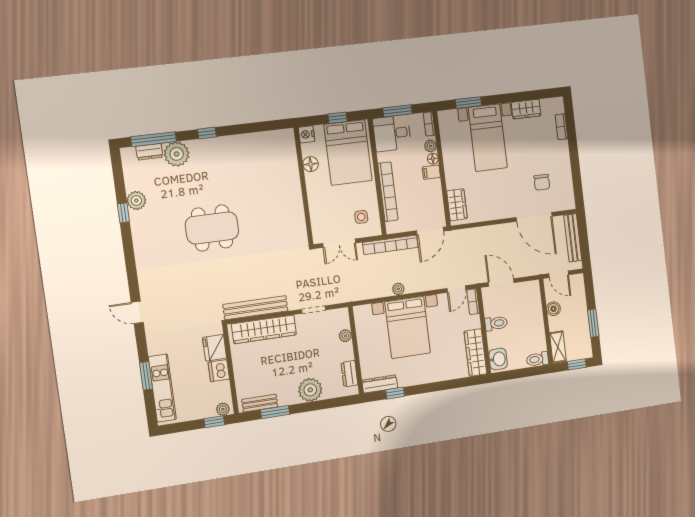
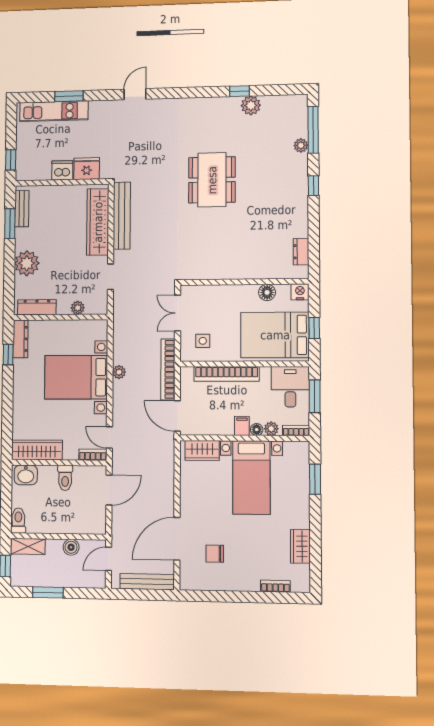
bed with nightstands: (488, 138) -> (251, 478), moved, turned -90
dresser: (149, 152) -> (301, 252), moved
plant: (177, 154) -> (301, 145), width x0.53, depth x0.53
dresser: (349, 374) -> (37, 307), width x1.44
plant: (223, 409) -> (22, 170), removed

